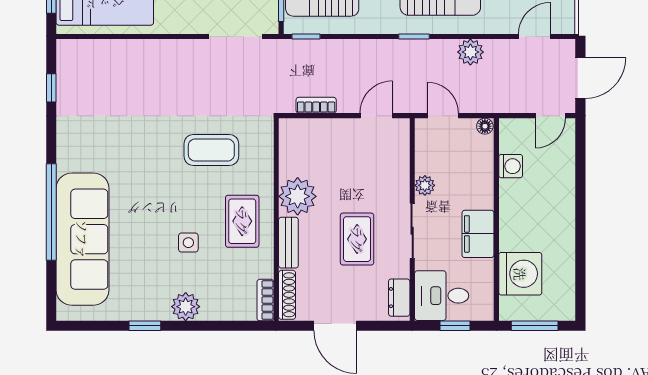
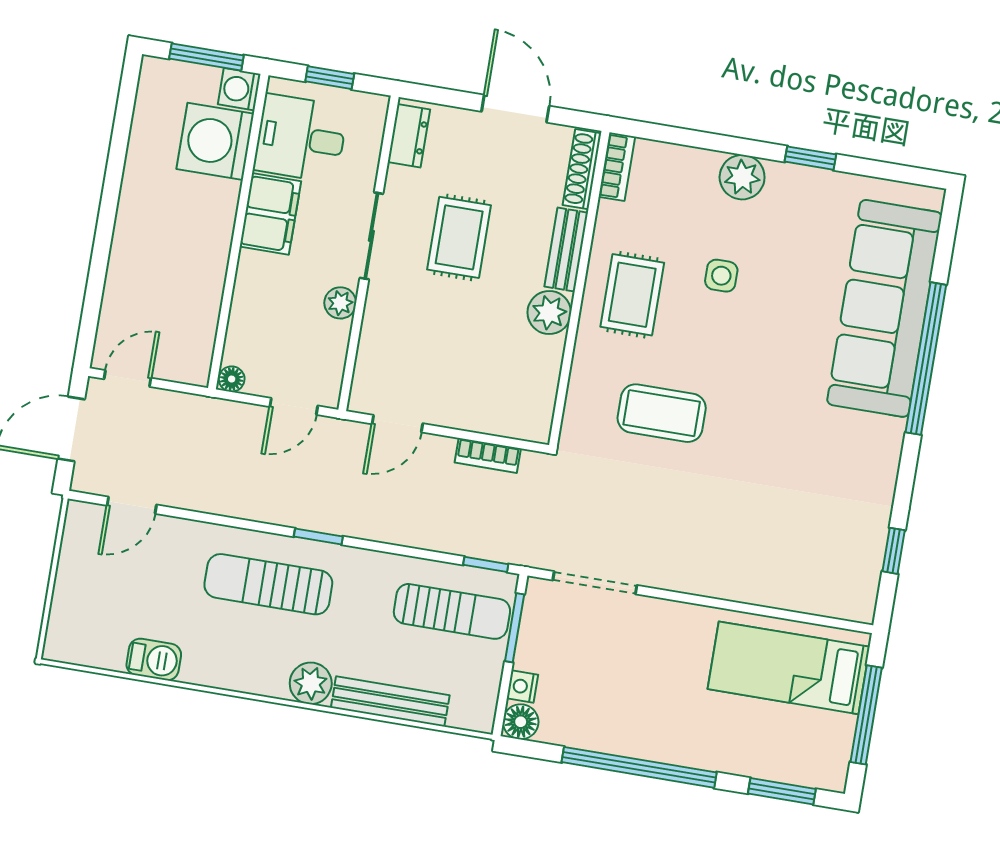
plant: (470, 52) -> (235, 498), removed
door: (443, 116) -> (294, 406), hinge flipped
washing machine: (511, 166) -> (239, 89), moved
plant: (298, 196) -> (549, 313), width x0.73, depth x0.73
desk: (442, 296) -> (301, 138), moved, turned 180

